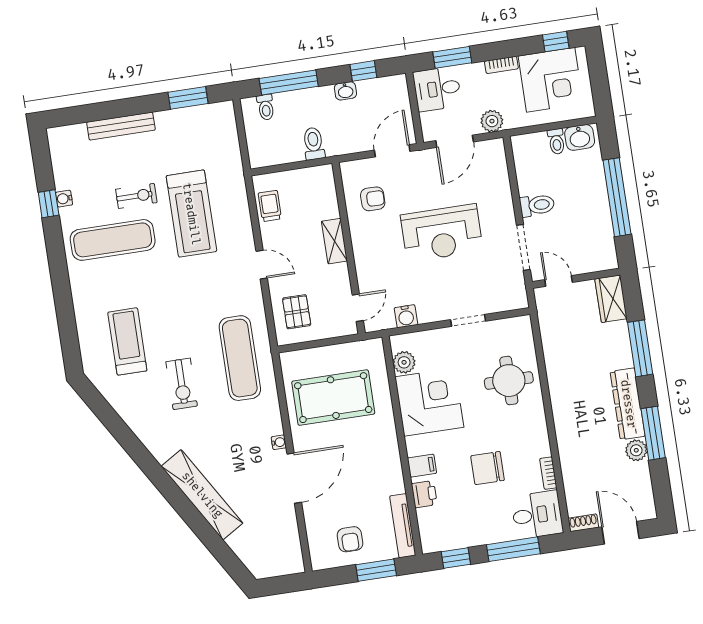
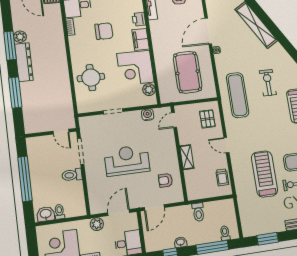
wardrobe: (611, 299) -> (31, 121), removed
pool table: (333, 398) -> (188, 72), turned 90
filing cabinet: (422, 466) -> (141, 39), width x2.00

